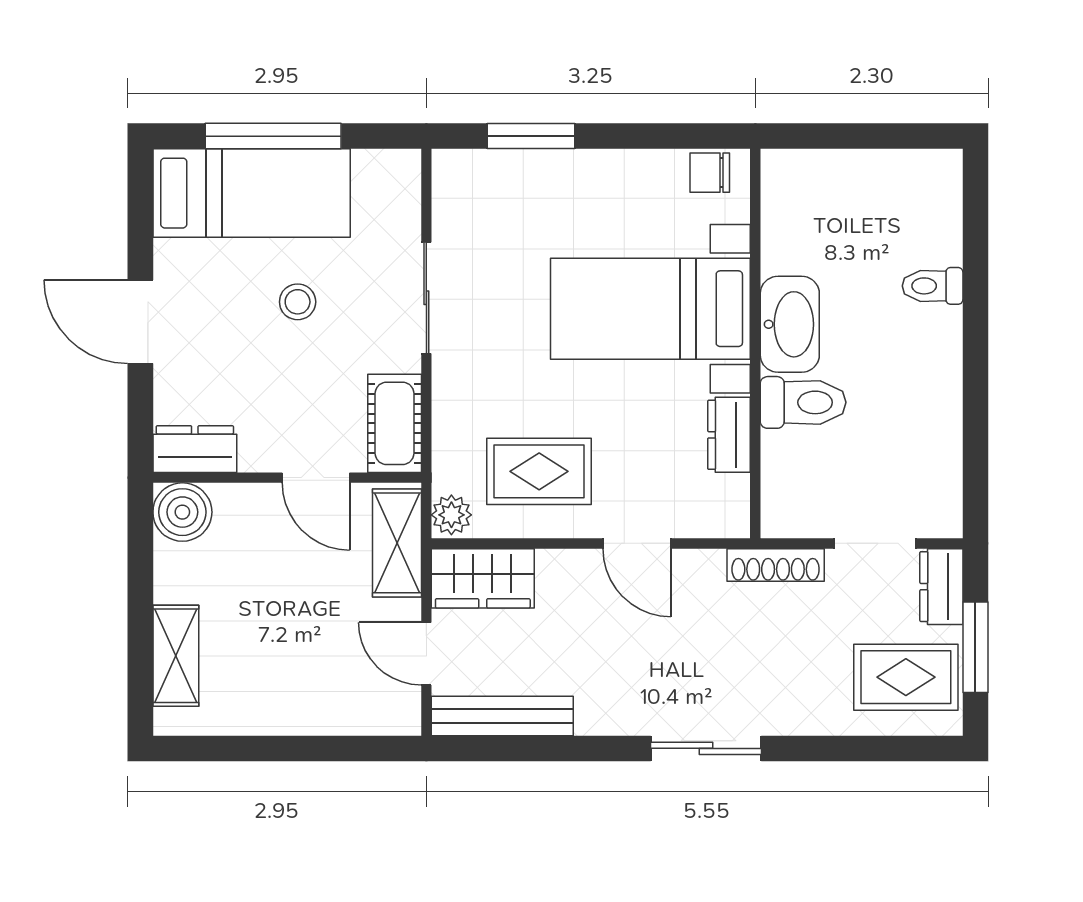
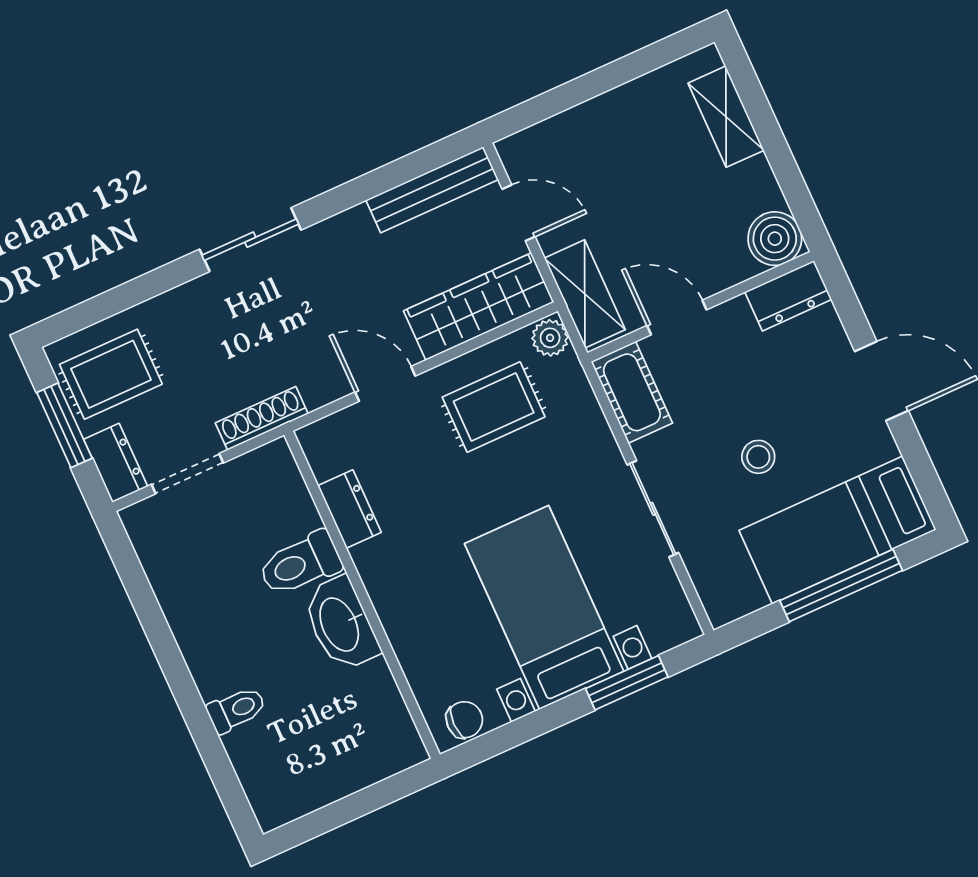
bed with nightstands: (650, 309) -> (544, 607), moved, turned -90
wardrobe: (483, 578) -> (479, 307), width x1.50

